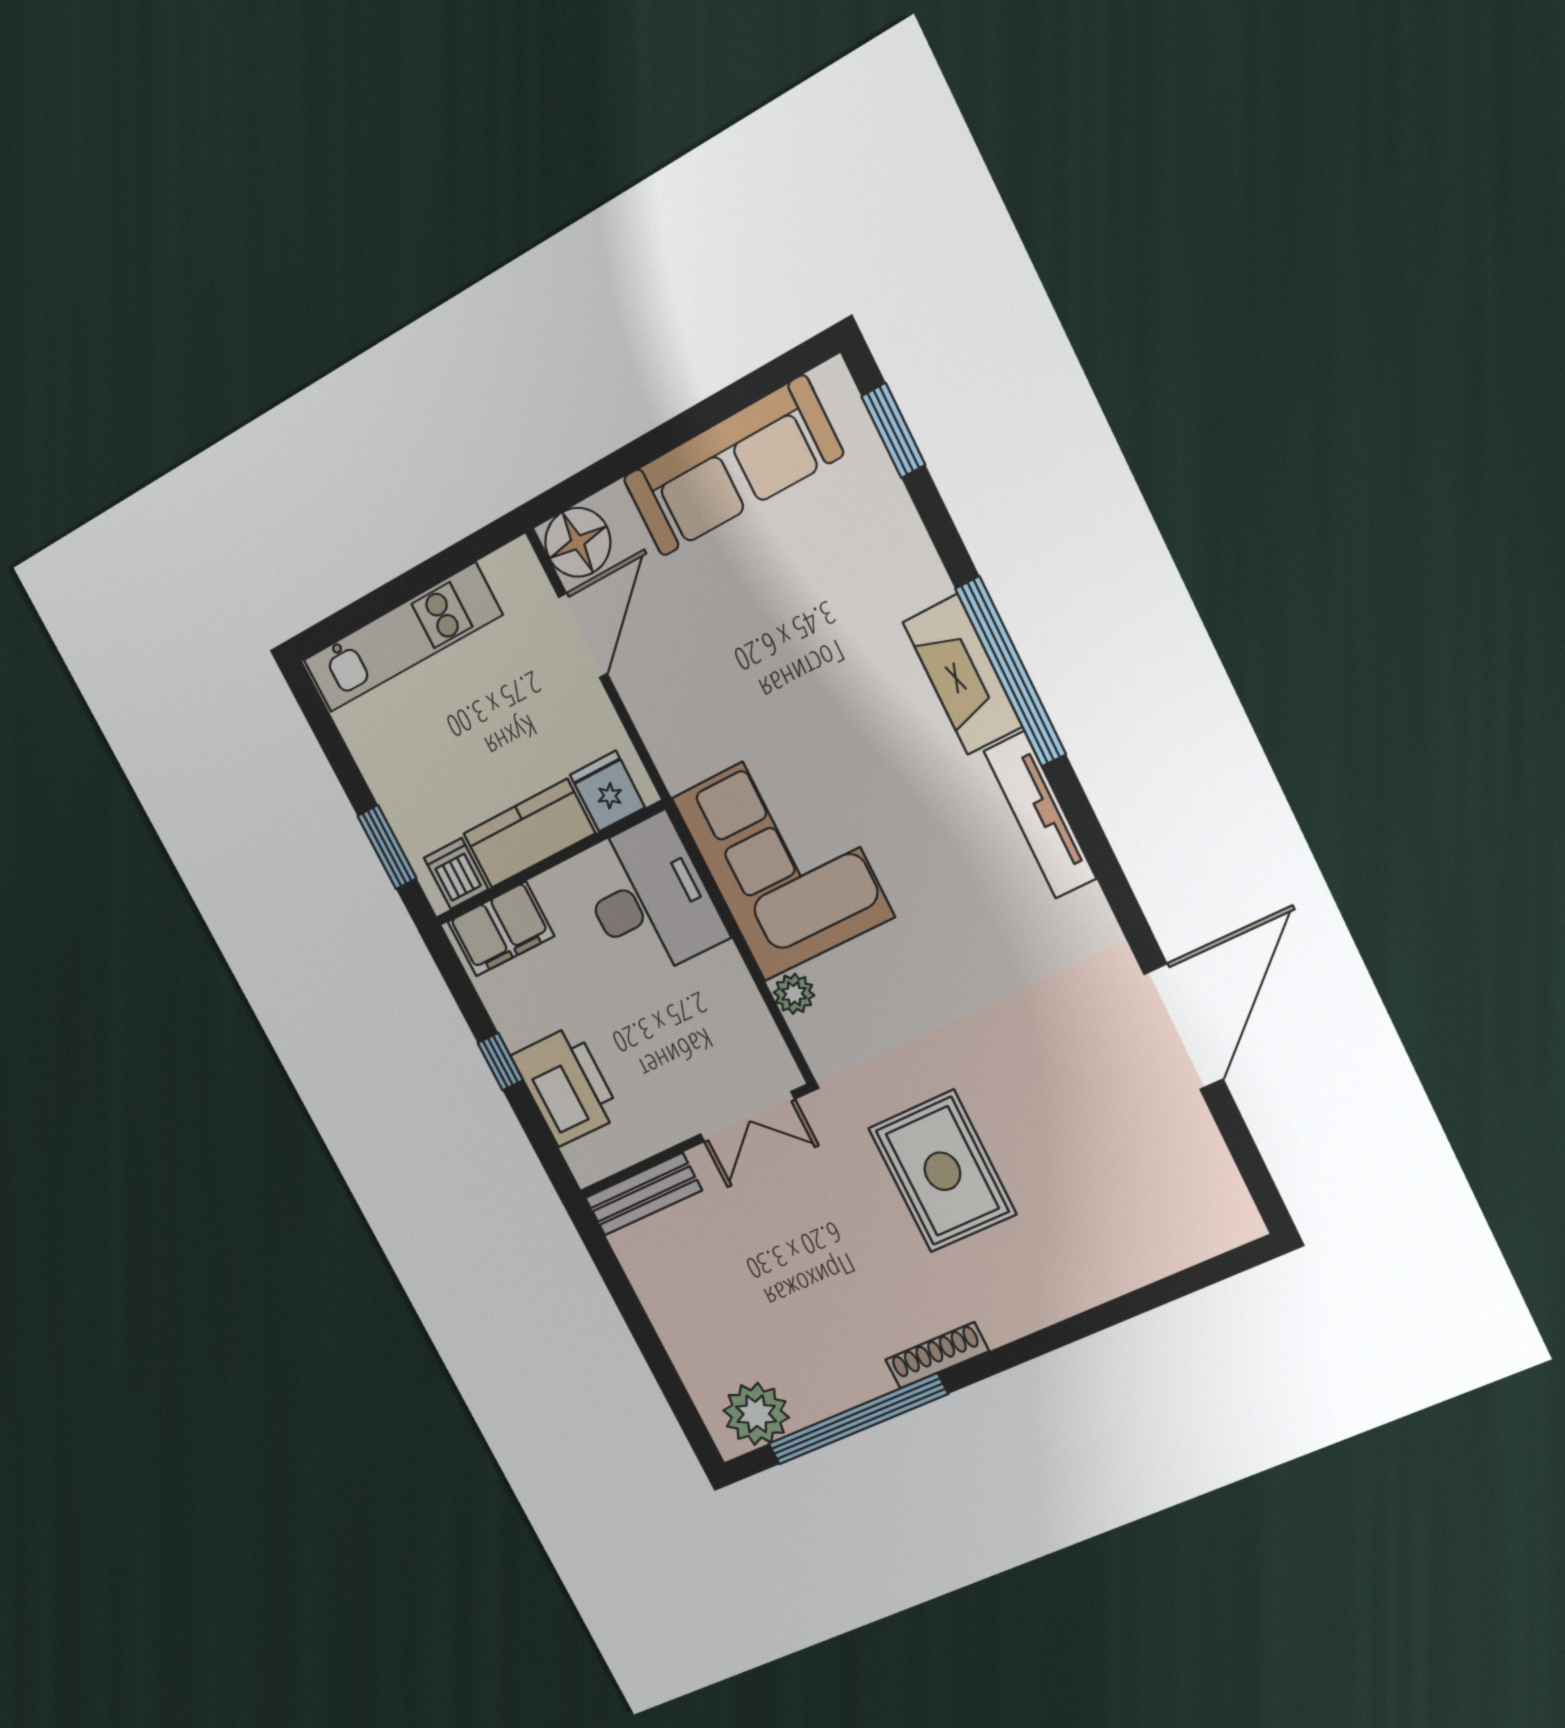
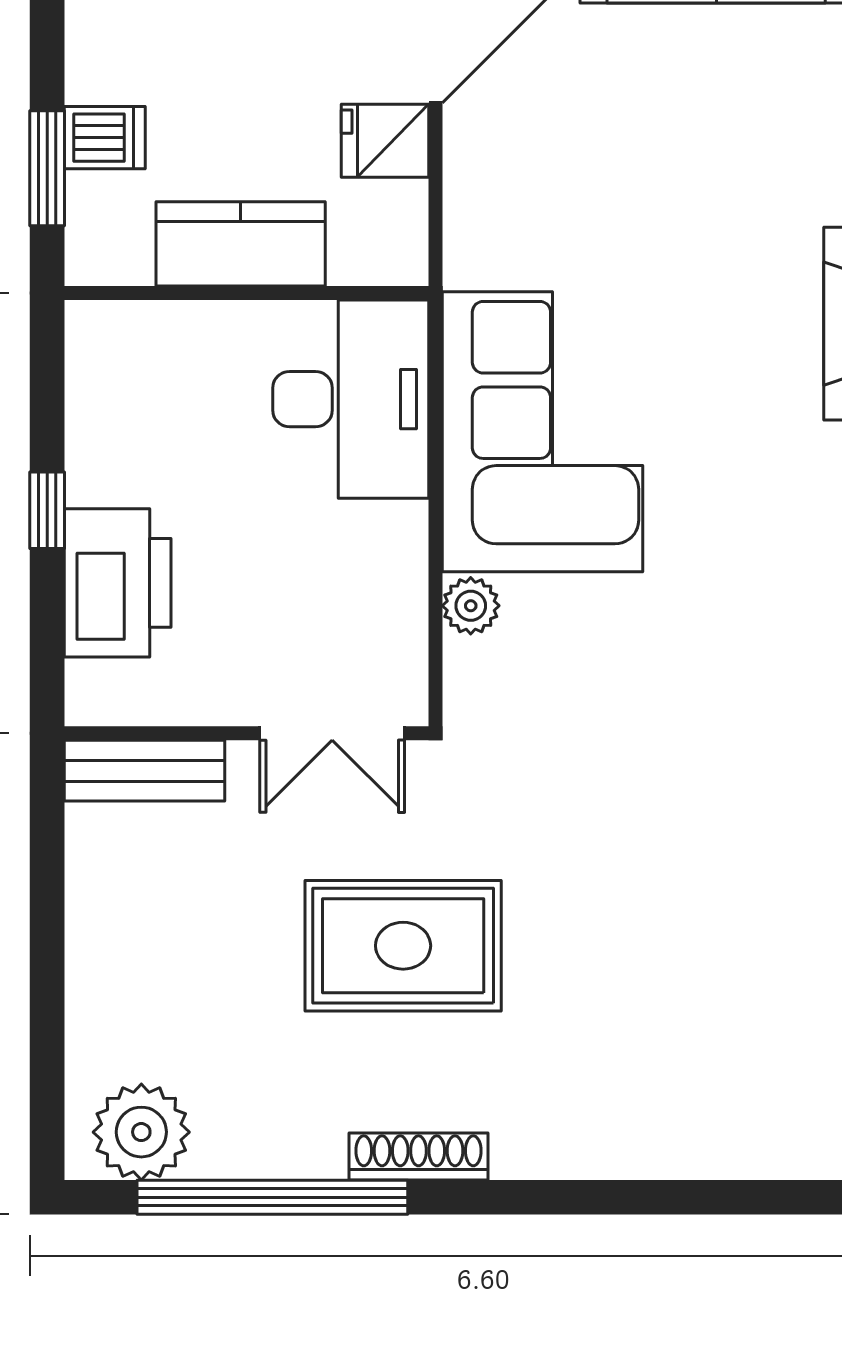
fridge: (607, 791) -> (385, 141), moved, turned -90
dishwasher: (456, 874) -> (105, 138), moved, turned 90
filing cabinet: (501, 929) -> (140, 343), removed
rug: (942, 1171) -> (403, 946), moved, turned 90

